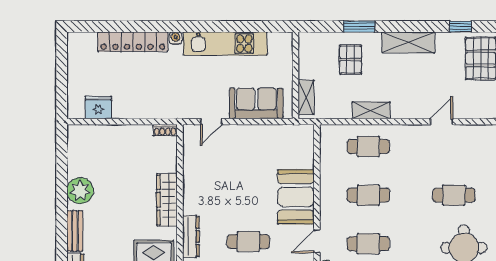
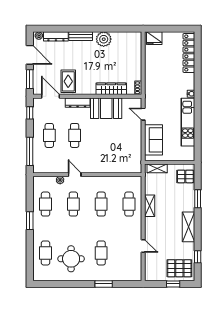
locker: (133, 42) -> (189, 53), moved
pallet: (350, 60) -> (185, 176), moved
fridge: (98, 108) -> (154, 38), moved, turned 90
booth: (296, 197) -> (106, 108), moved
wardrobe: (167, 200) -> (111, 89), moved

